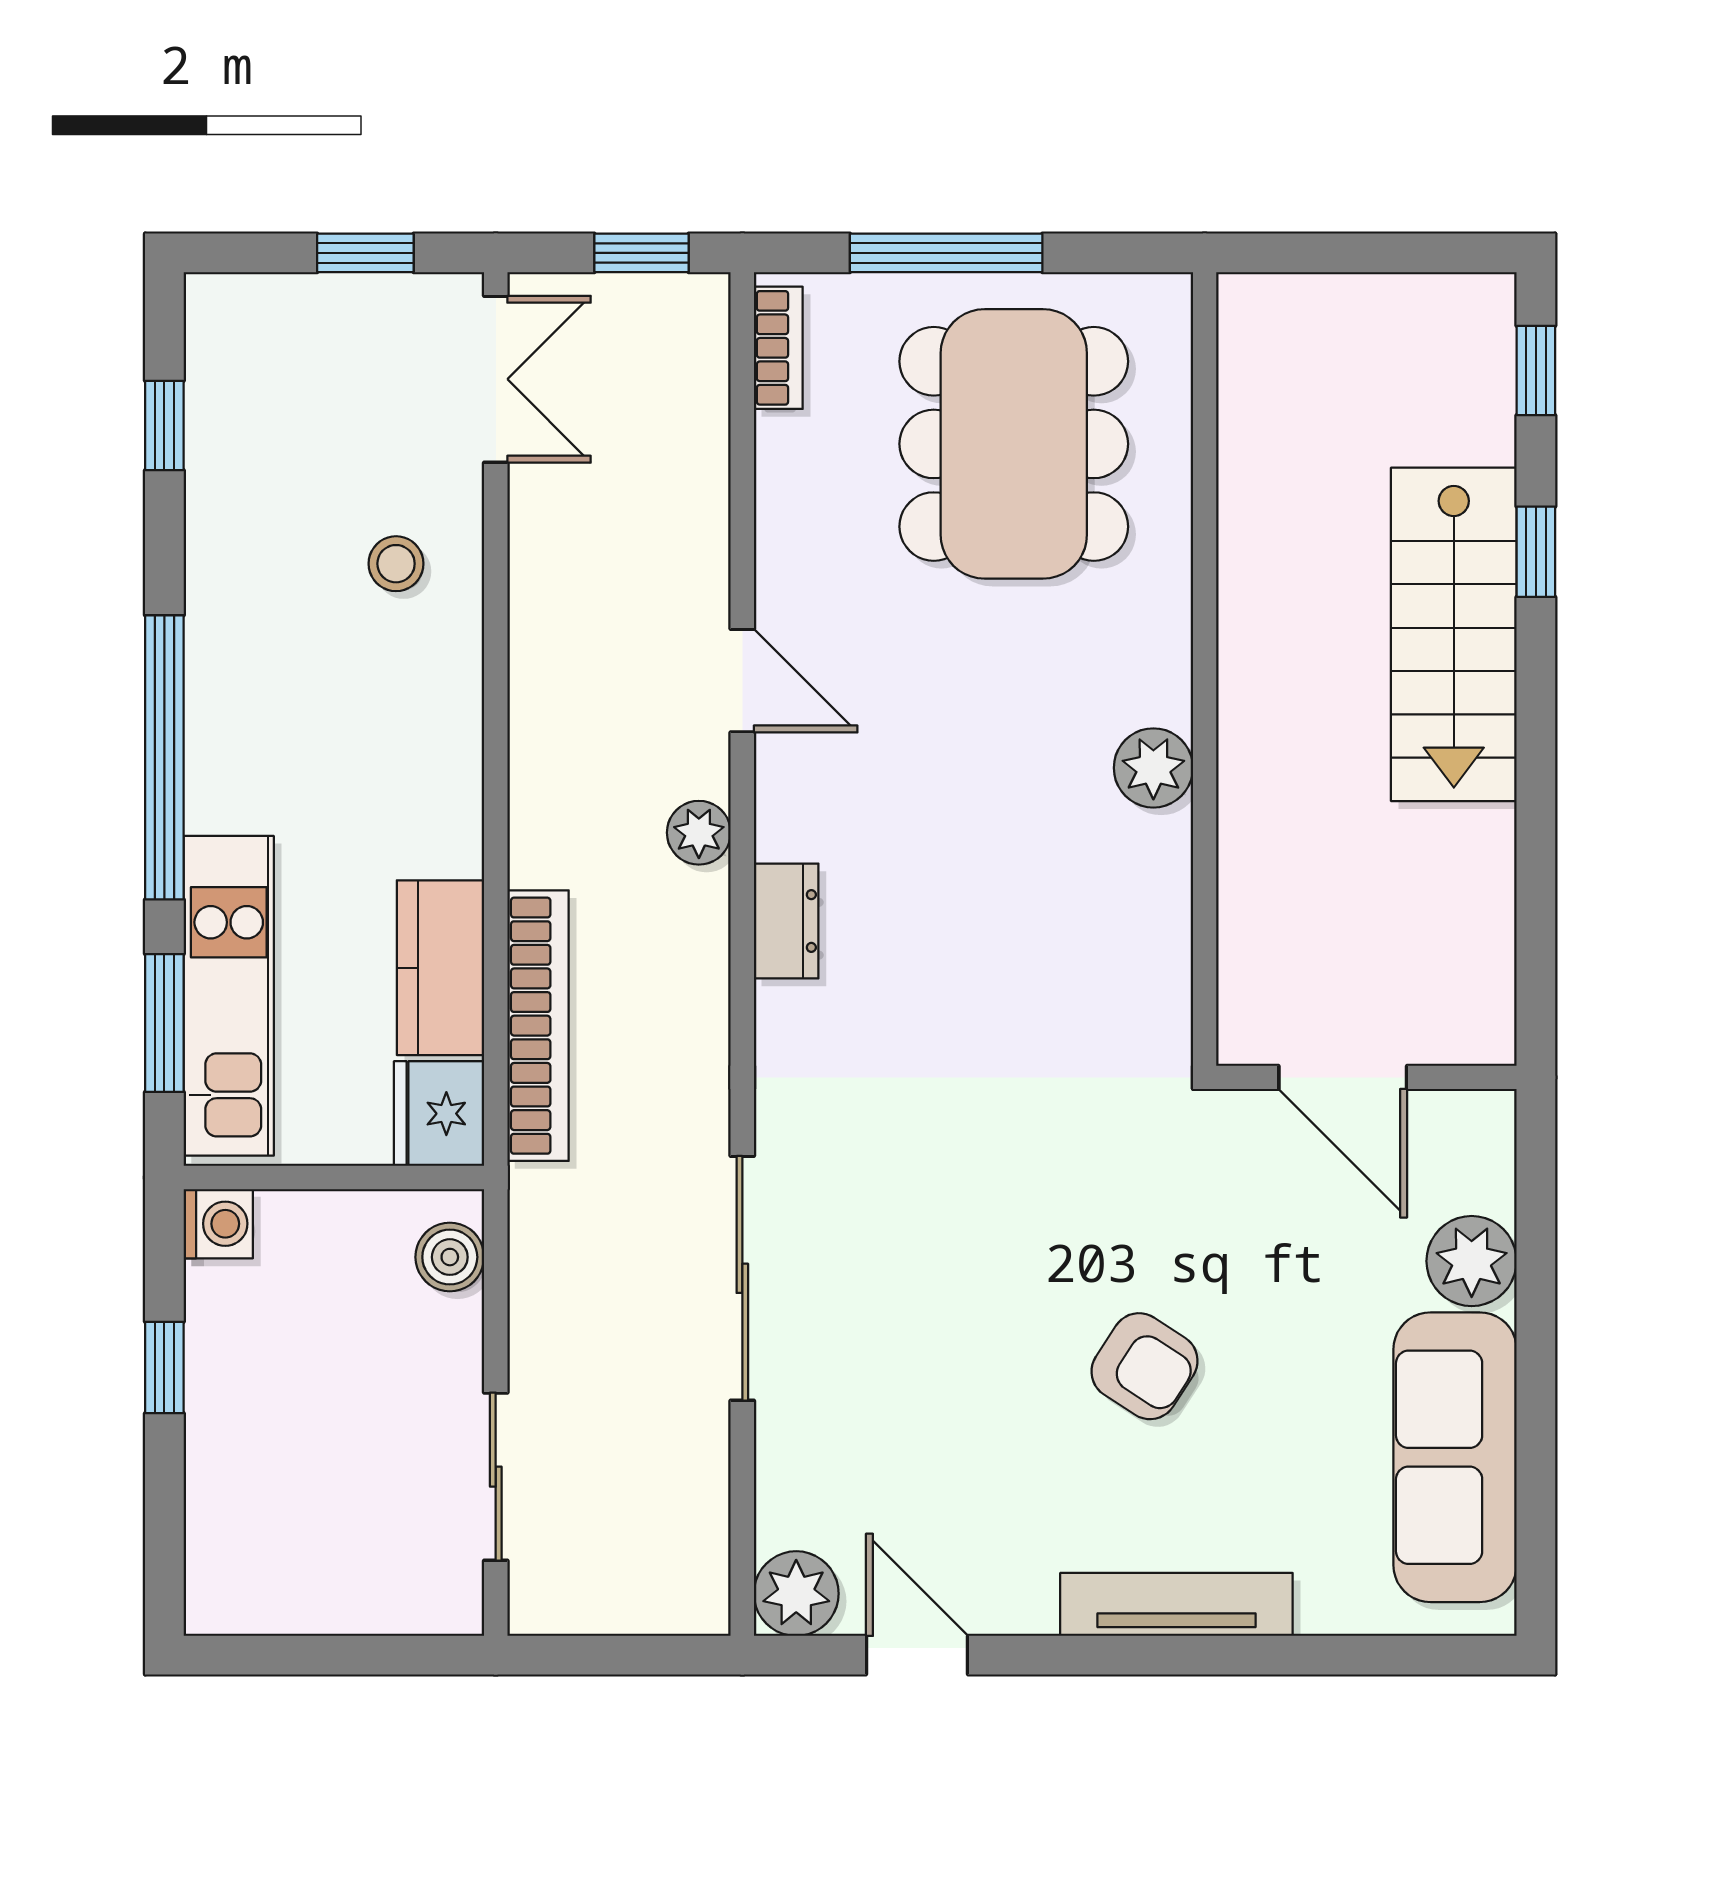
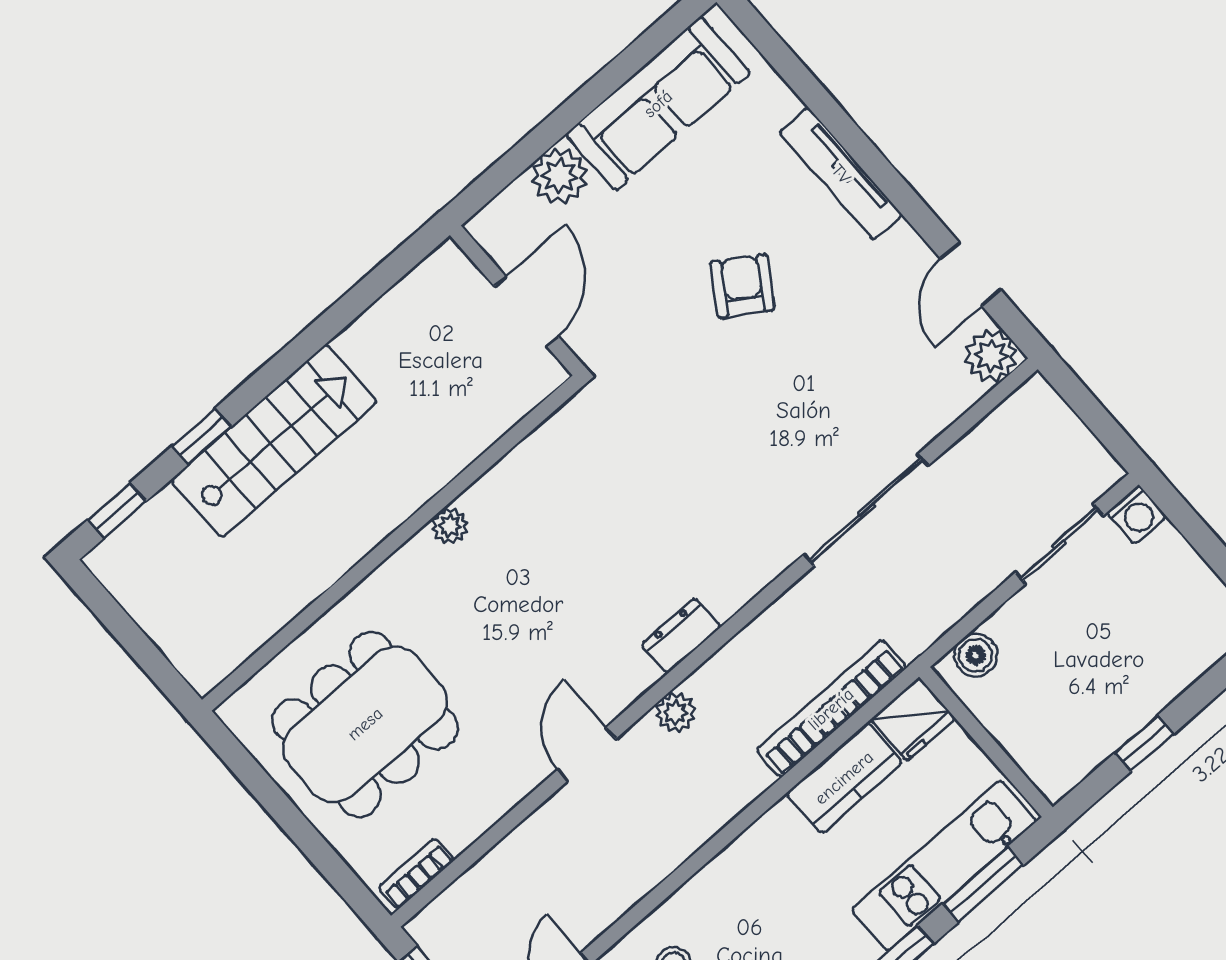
window: (946, 253) -> (303, 834), removed
plant: (1153, 768) -> (450, 526), width x0.73, depth x0.73
washing machine: (218, 1224) -> (1137, 515), moved, turned 180

